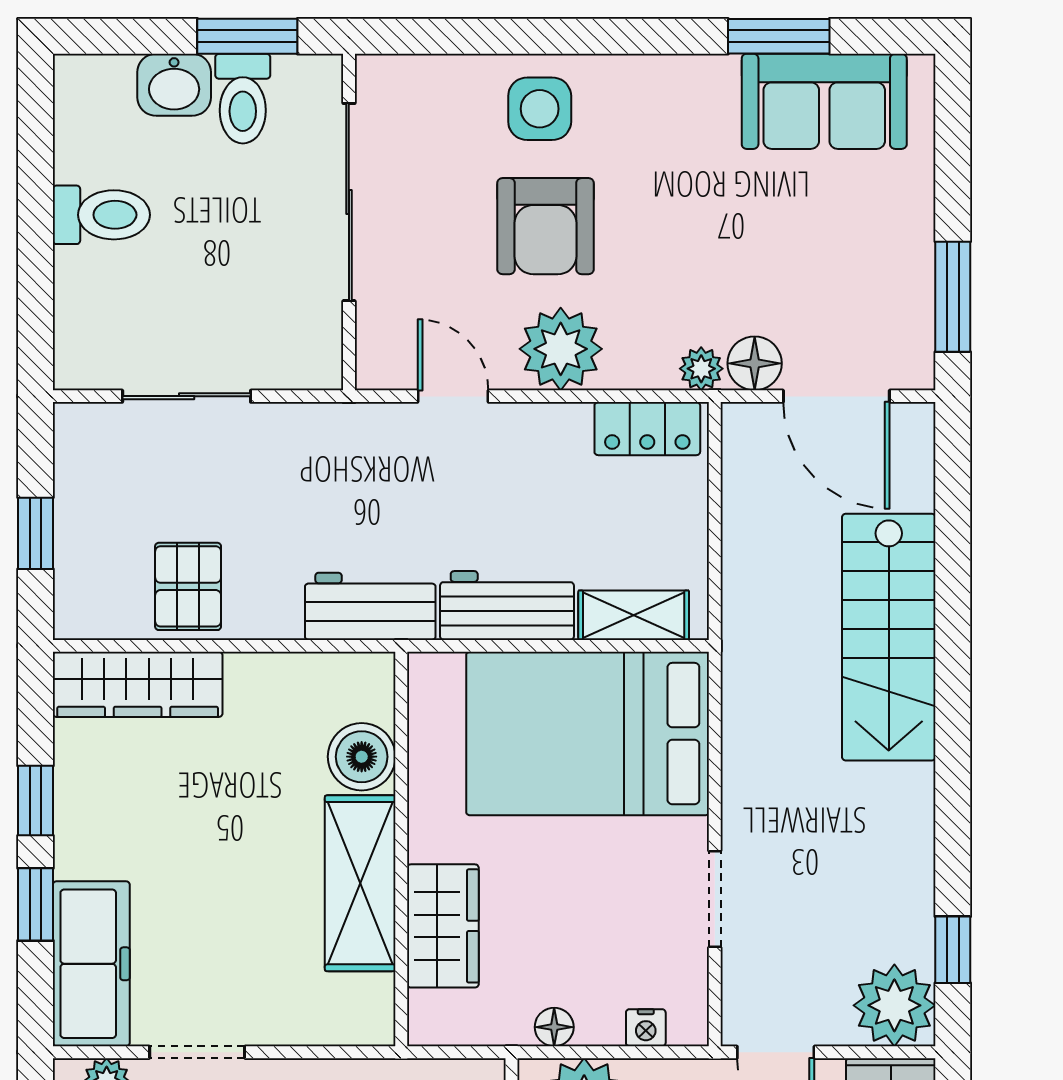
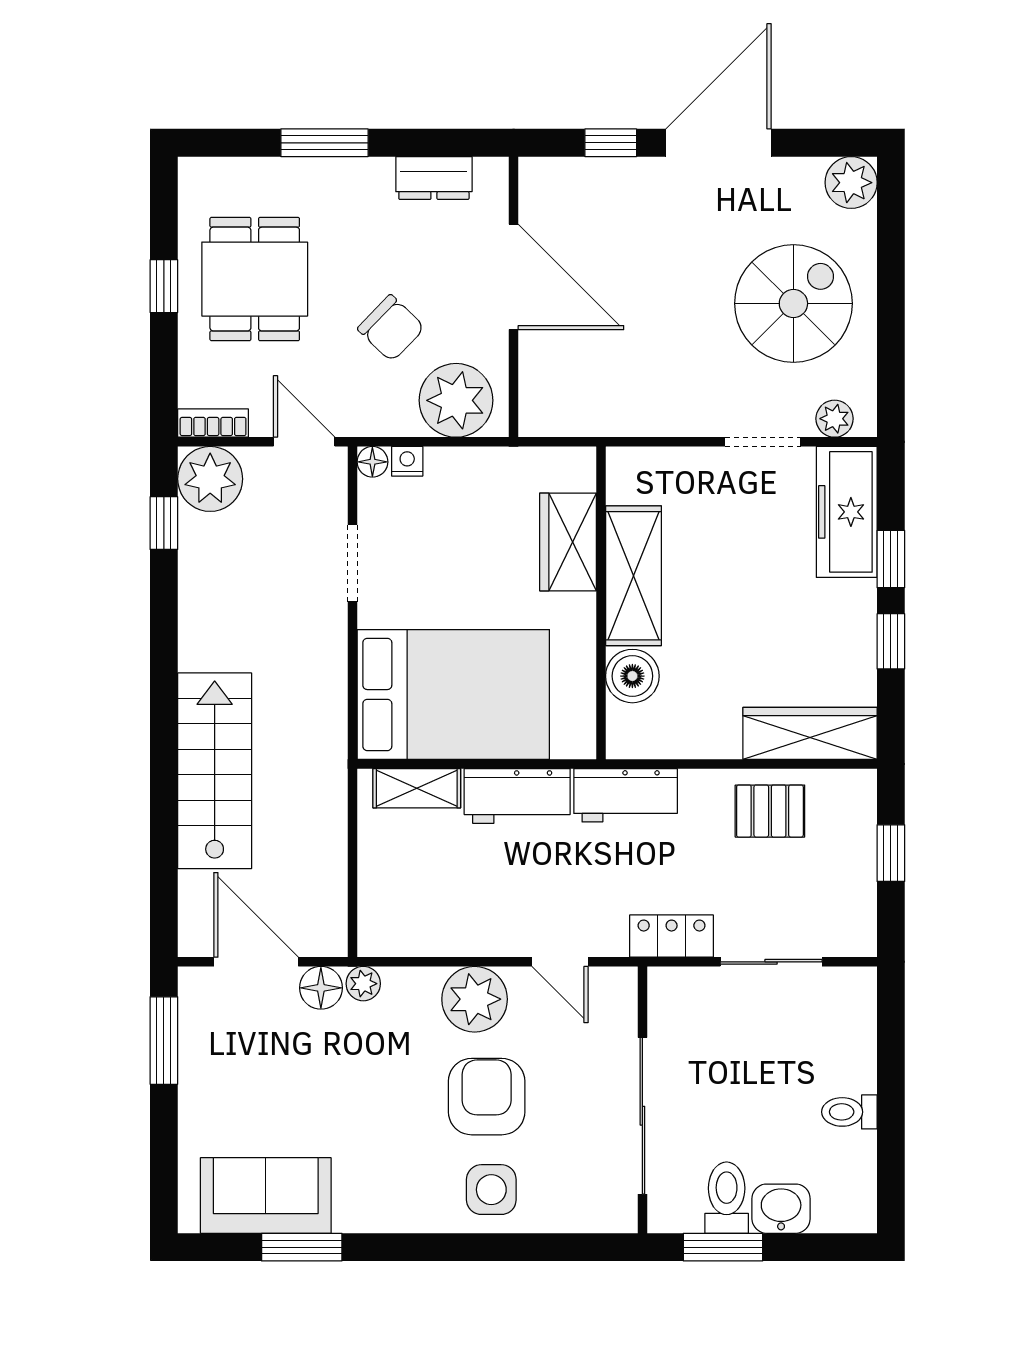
toilet: (101, 215) -> (849, 1112), width x0.73, depth x0.72
locker: (647, 429) -> (672, 936), moved
pallet: (188, 586) -> (770, 811), turned 90
floor lamp: (554, 1027) -> (372, 462), moved

